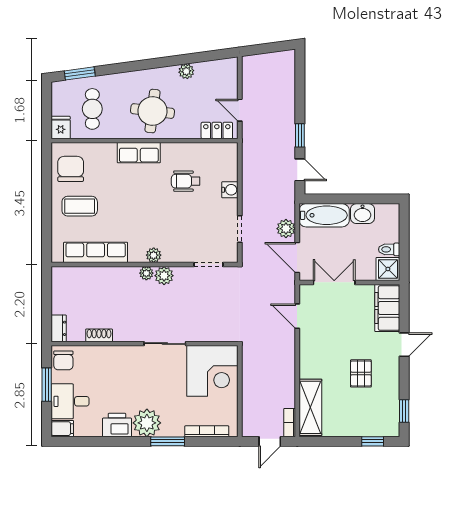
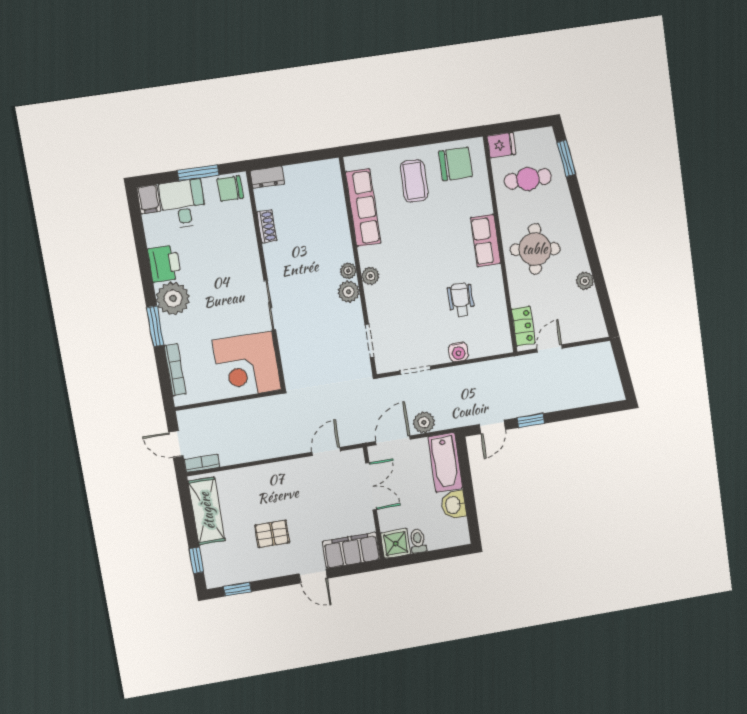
shelving: (310, 407) -> (207, 511), moved, turned 90

